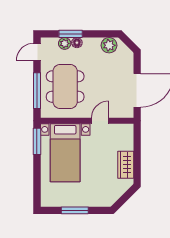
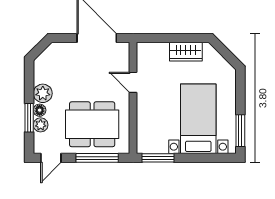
plant: (109, 45) -> (43, 93), moved
door: (37, 52) -> (51, 158), hinge flipped
bed with nightstands: (65, 153) -> (198, 119), moved, turned -90
window: (75, 210) -> (240, 131), moved

